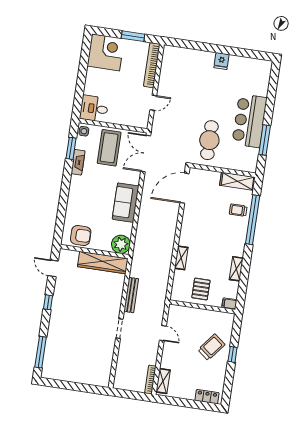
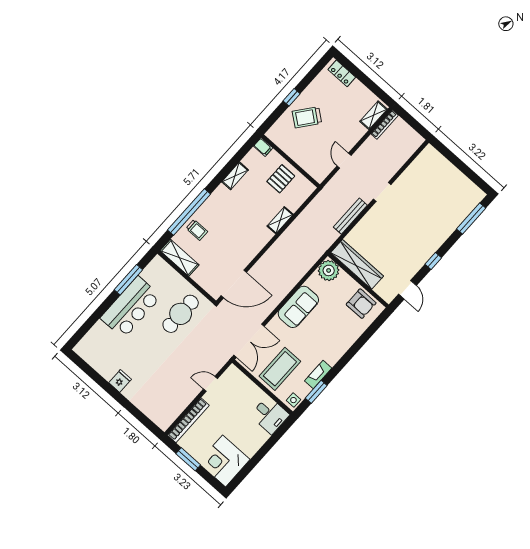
armchair: (81, 235) -> (361, 304), turned 180

